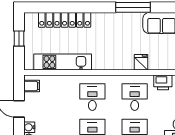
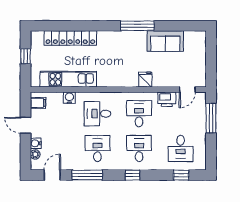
water cooler: (64, 81) -> (69, 98), added
desk: (92, 97) -> (97, 114), turned -90

